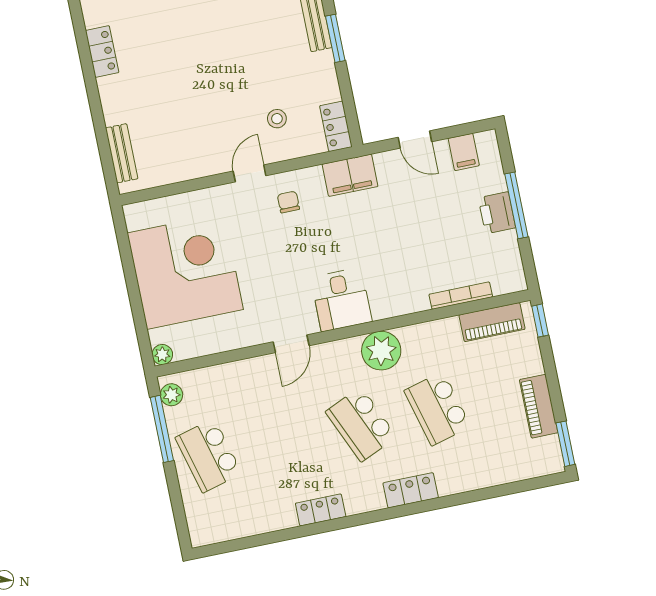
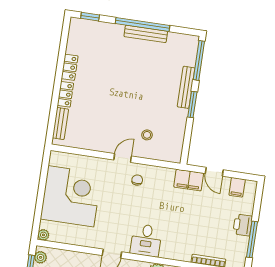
locker: (336, 126) -> (65, 94), moved, turned 180
filing cabinet: (350, 175) -> (189, 180), moved
window: (516, 205) -> (252, 239), moved

